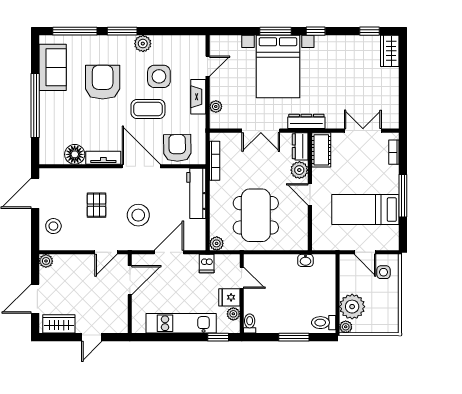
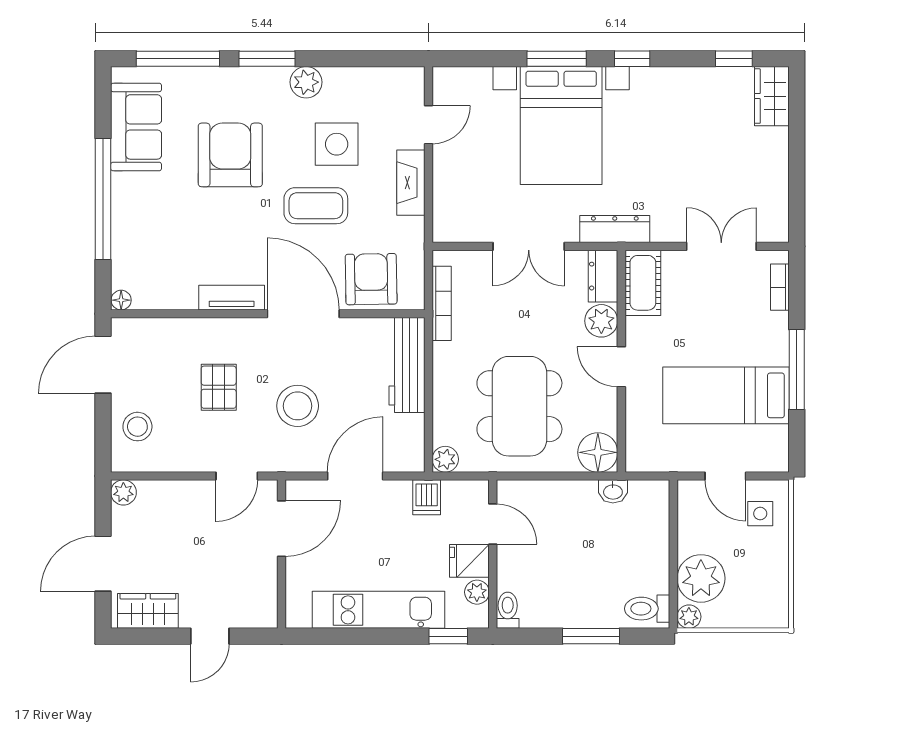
plant: (216, 107) -> (444, 201), removed
floor lamp: (75, 154) -> (121, 300), moved, width x0.53, depth x0.53
floor lamp: (297, 240) -> (598, 452), added

